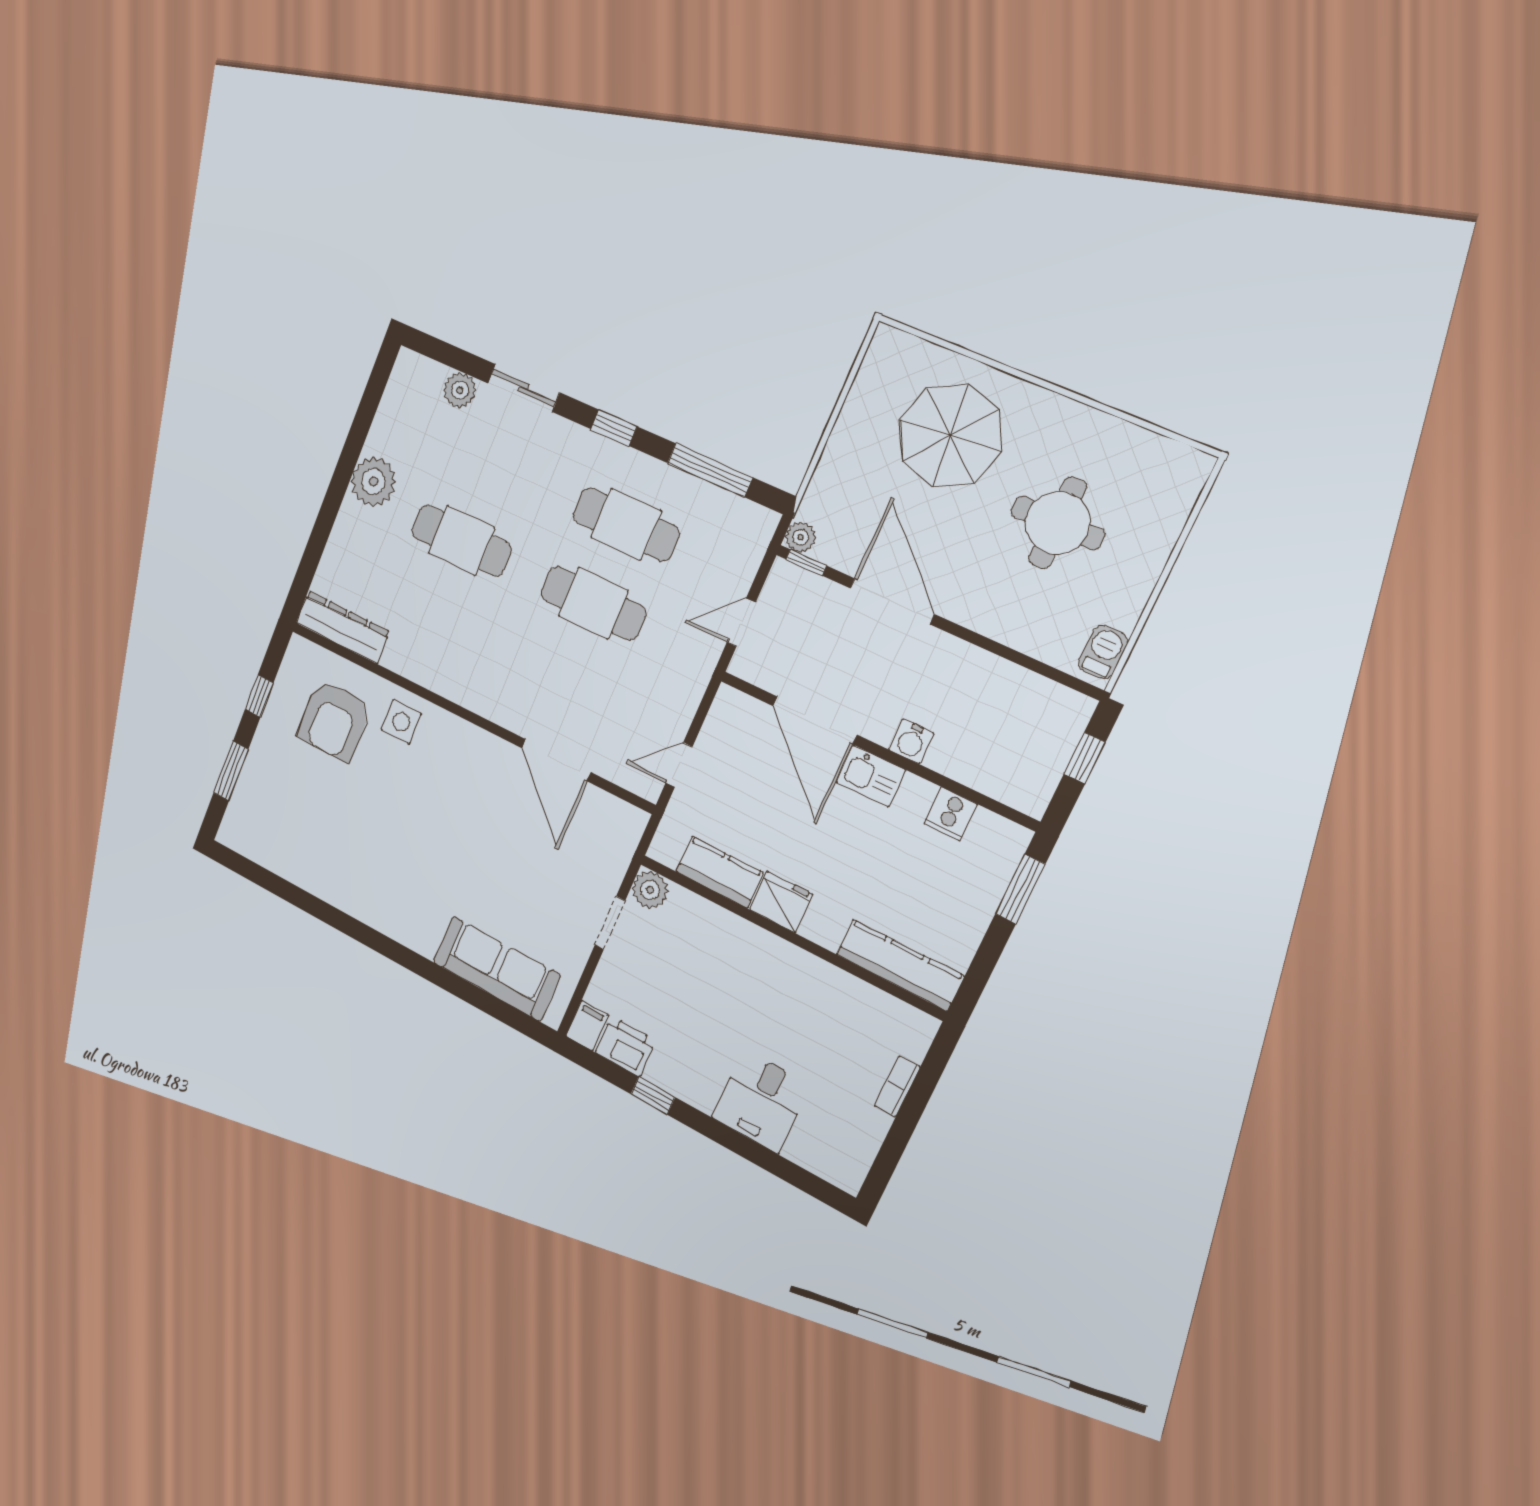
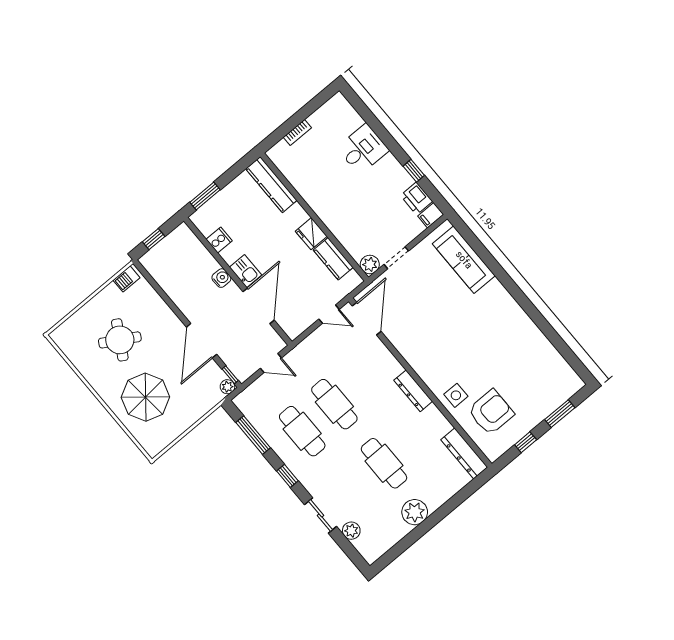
round table: (1058, 523) -> (120, 340), turned 30
dresser: (473, 695) -> (413, 391), added
door: (556, 760) -> (367, 319), moved

